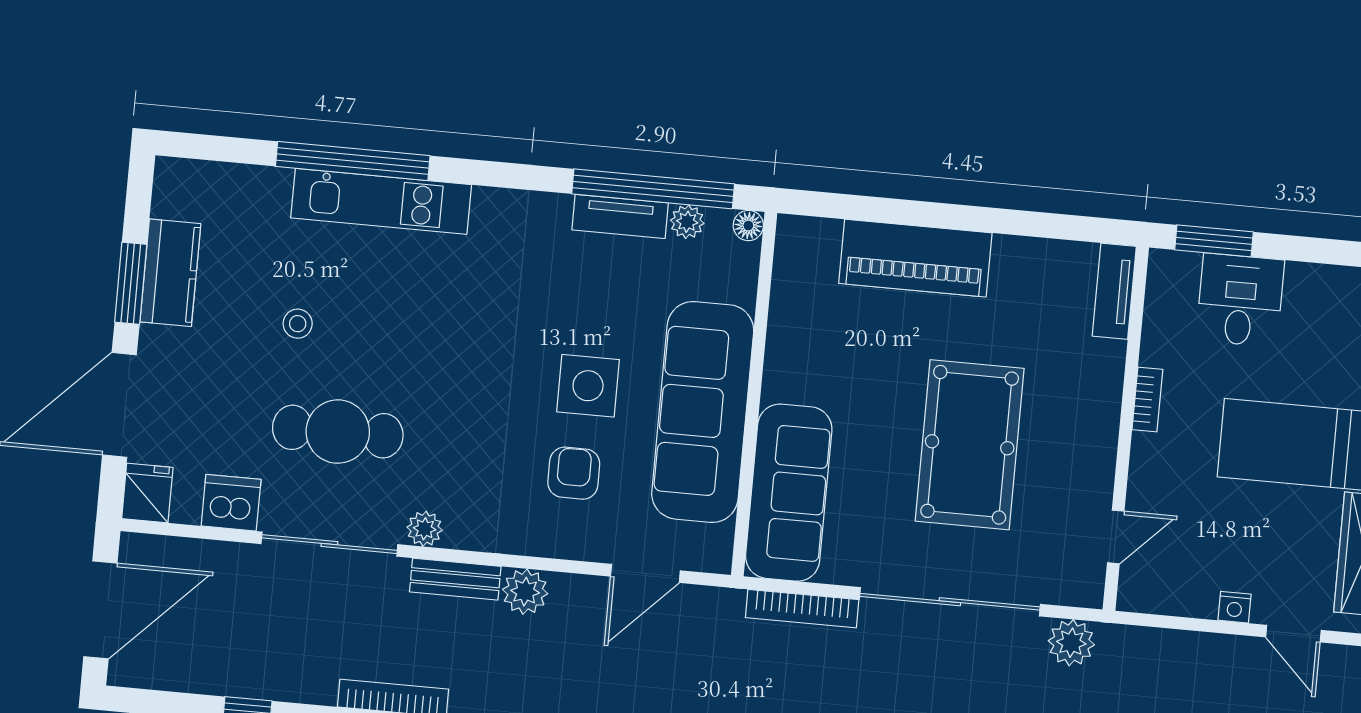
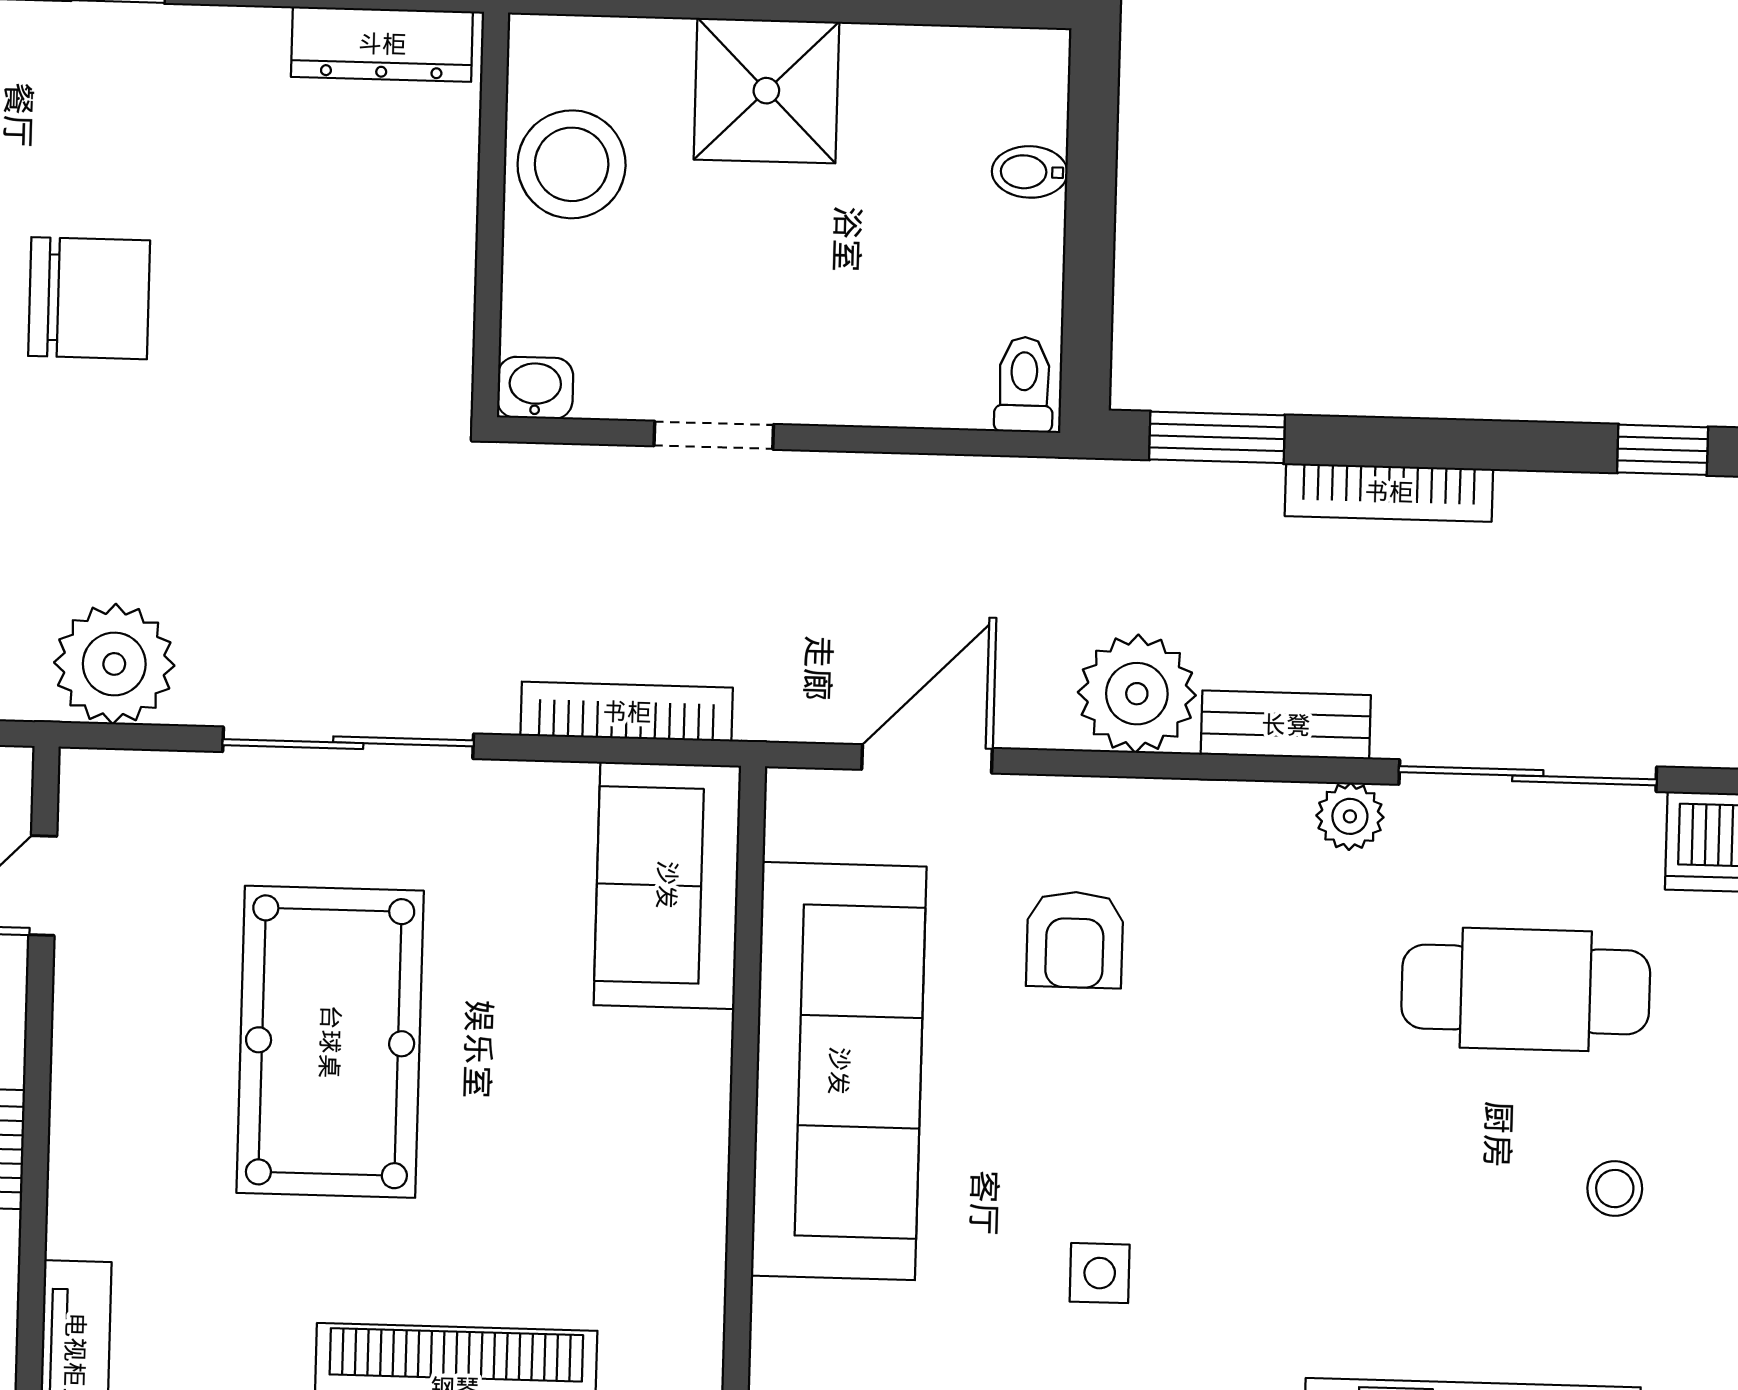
side table: (588, 386) -> (1100, 1273), moved, width x0.54, depth x0.54
sofa: (789, 493) -> (667, 885), width x0.73
plant: (525, 592) -> (1137, 694), width x1.36, depth x1.36
sliding door: (950, 602) -> (348, 743), width x0.73
plant: (1071, 643) -> (114, 664), width x1.36, depth x1.36

